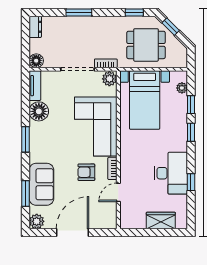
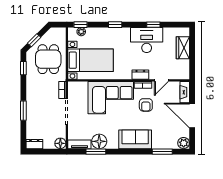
plant: (109, 79) -> (74, 87), removed
window: (191, 105) -> (81, 25), moved
window: (26, 139) -> (96, 152), moved
dresser: (126, 165) -> (140, 75), added
sofa: (41, 184) -> (135, 139), moved
door: (118, 192) -> (161, 80), hinge flipped
fireplace: (103, 223) -> (185, 92), added

